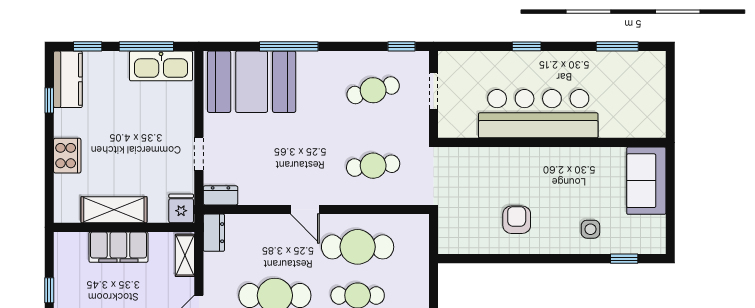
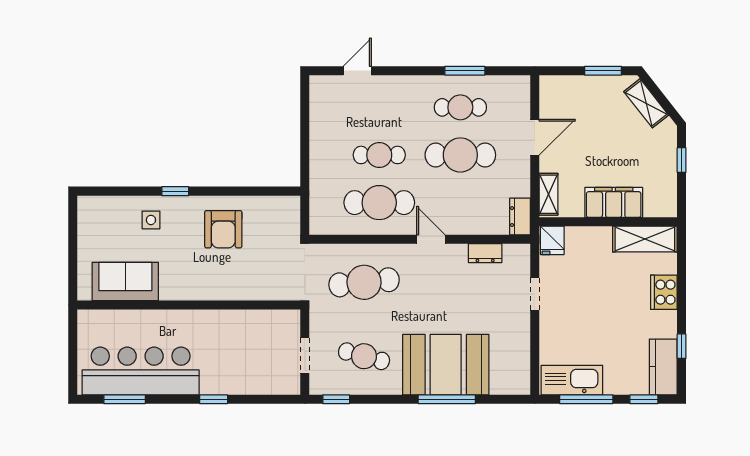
booth: (252, 82) -> (446, 365), moved
cafe table: (373, 90) -> (364, 356), turned 30
bar counter: (538, 114) -> (141, 371), moved, turned 180
cafe table: (373, 166) -> (364, 282), width x1.37, depth x1.35
sofa: (646, 181) -> (125, 281), moved, turned -90
dresser: (221, 195) -> (485, 253), moved
shelving: (114, 210) -> (645, 239), moved
armchair: (517, 220) -> (223, 229), width x1.38, depth x1.38
window: (624, 259) -> (175, 191), moved

